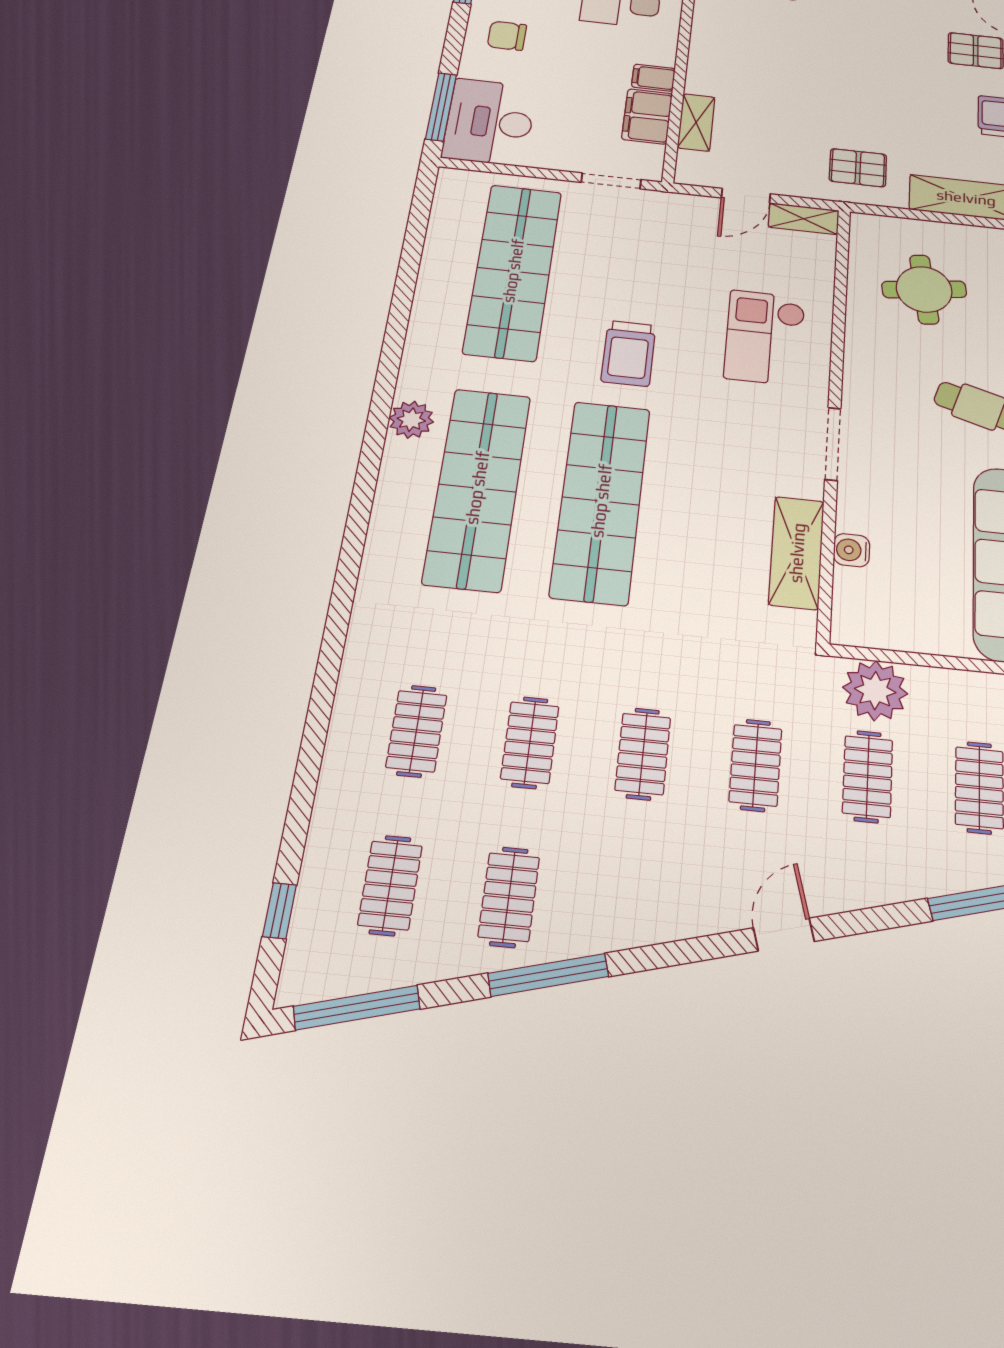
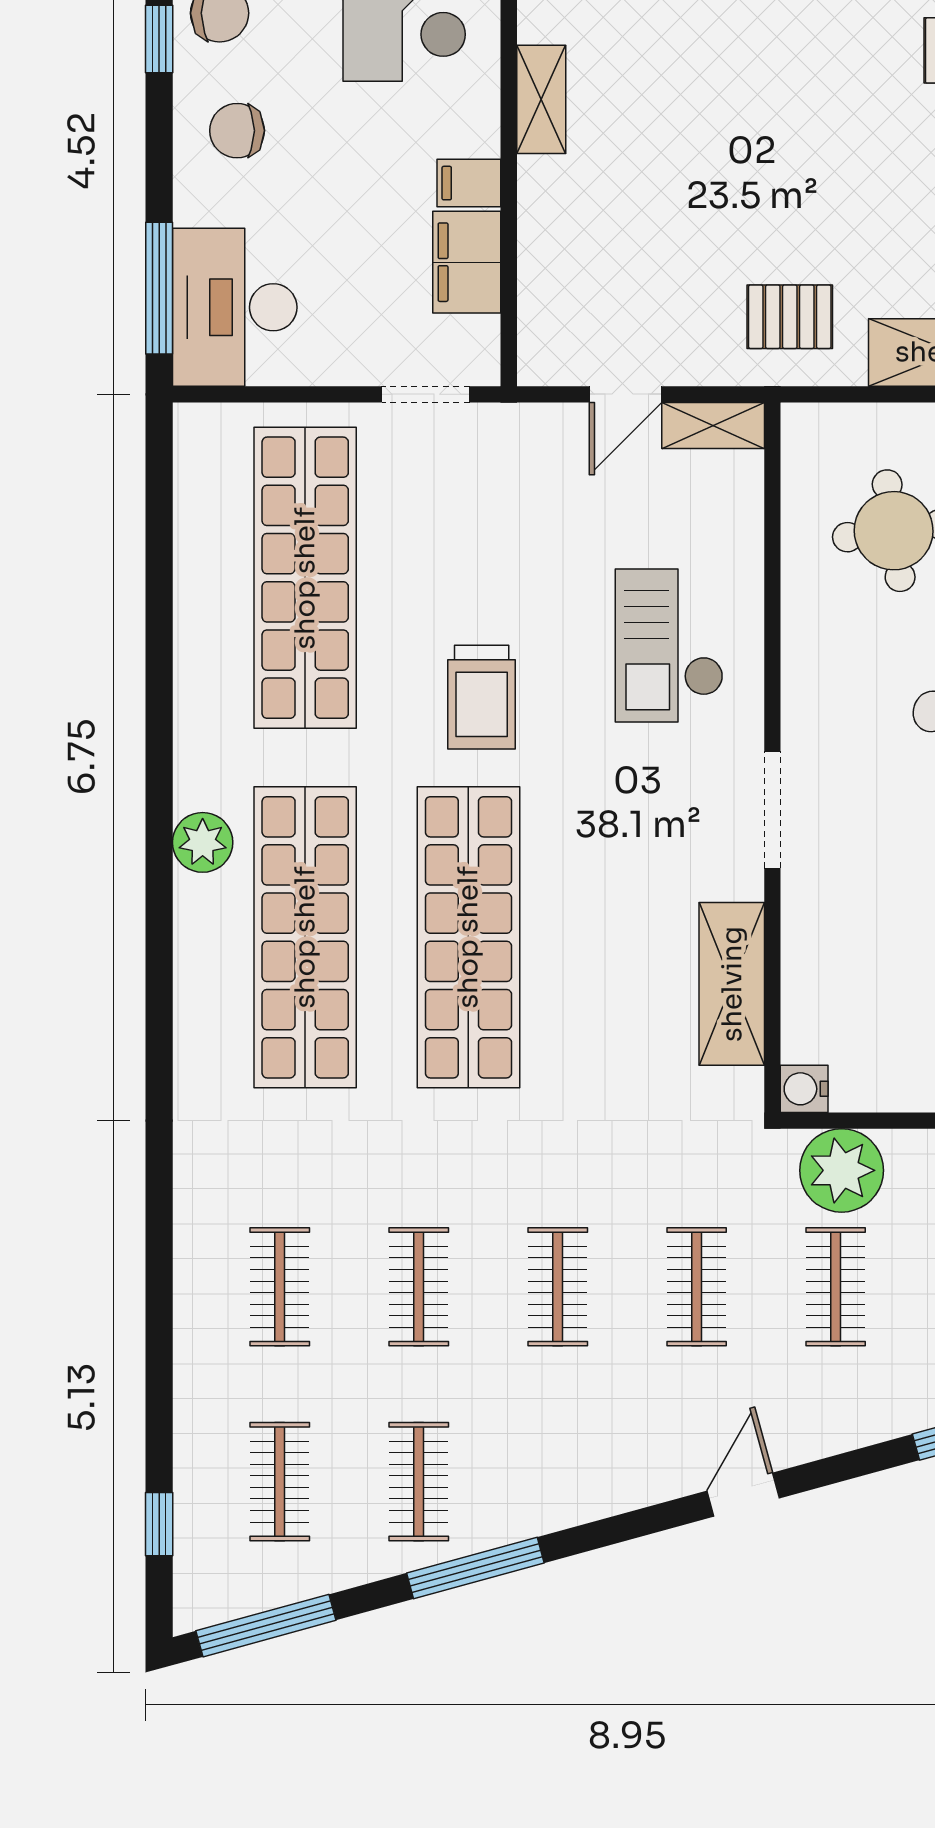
shelving: (696, 122) -> (541, 99), moved
water cooler: (852, 550) -> (804, 1089), moved

